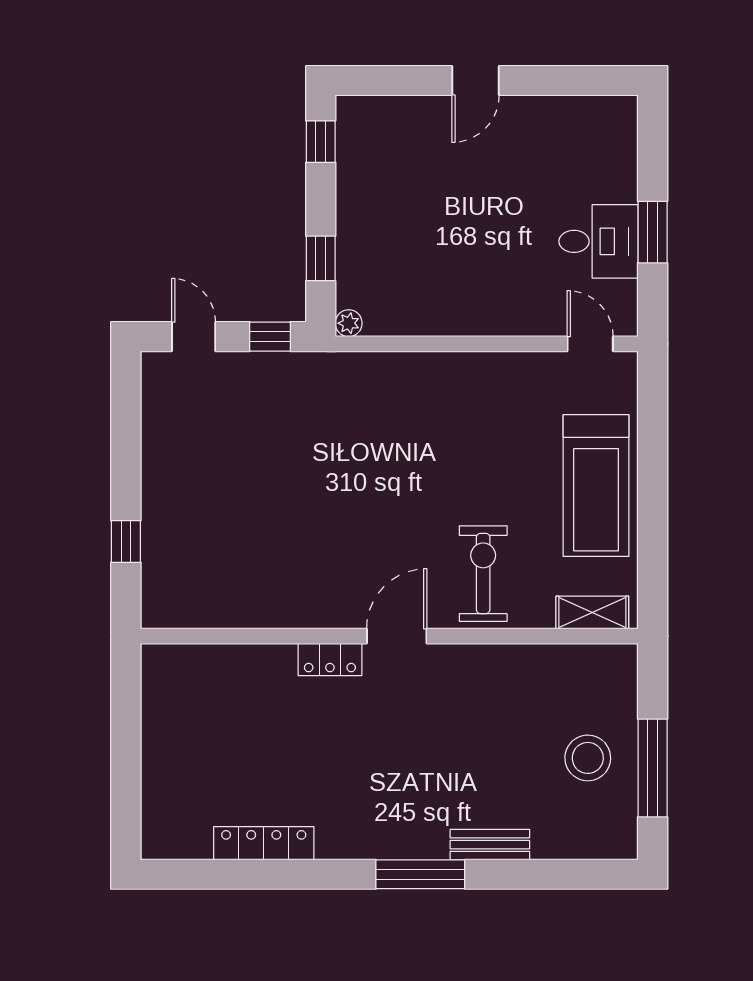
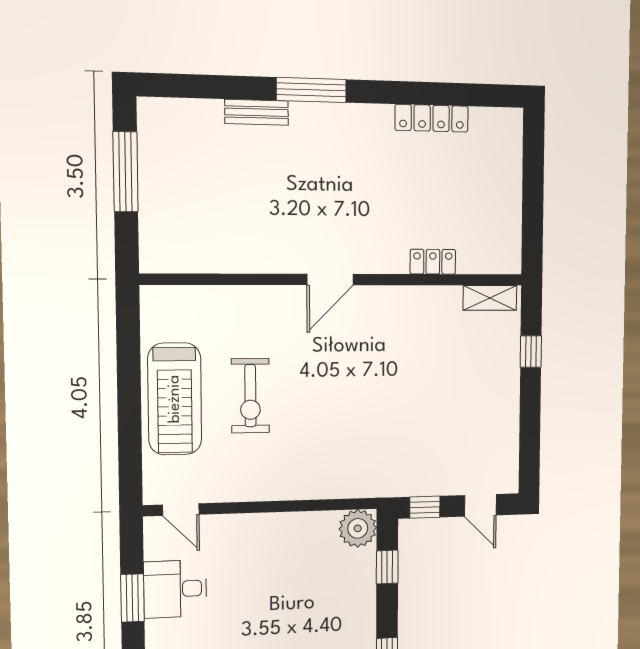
plant: (349, 323) -> (358, 528), width x1.88, depth x1.88
treadmill: (596, 486) -> (175, 399), turned 180
exercise bike: (483, 574) -> (250, 396), moved
shelving: (592, 613) -> (490, 298), moved
locker: (330, 659) -> (433, 262), moved
stool: (588, 758) -> (179, 181), removed

